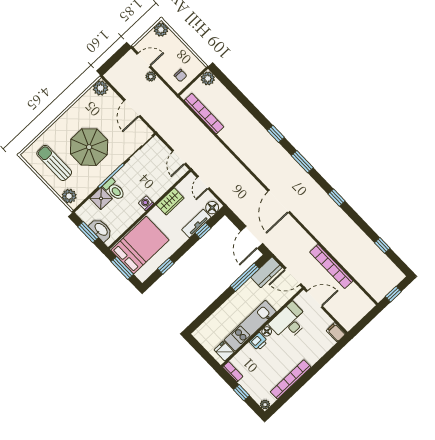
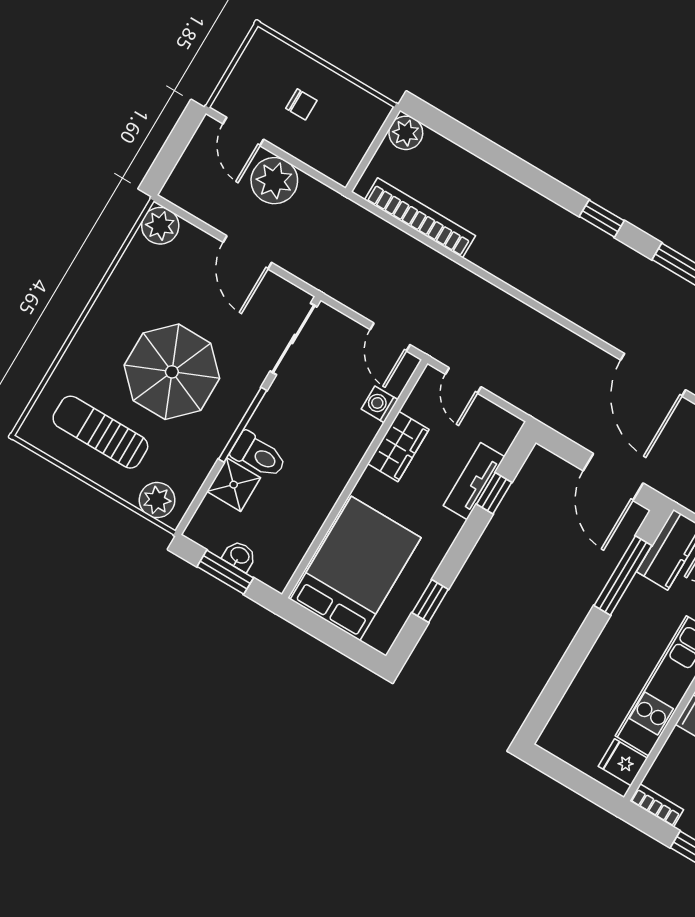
plant: (161, 30) -> (264, 49), removed
door: (144, 60) -> (243, 132), swing flipped
chair: (180, 76) -> (301, 104), moved
plant: (151, 77) -> (274, 181), width x1.88, depth x1.88
washing machine: (146, 203) -> (380, 404), moved
floor lamp: (212, 208) -> (501, 433), removed
washbasin: (101, 230) -> (240, 556), width x0.52, depth x0.69
window: (122, 268) -> (329, 634), removed

